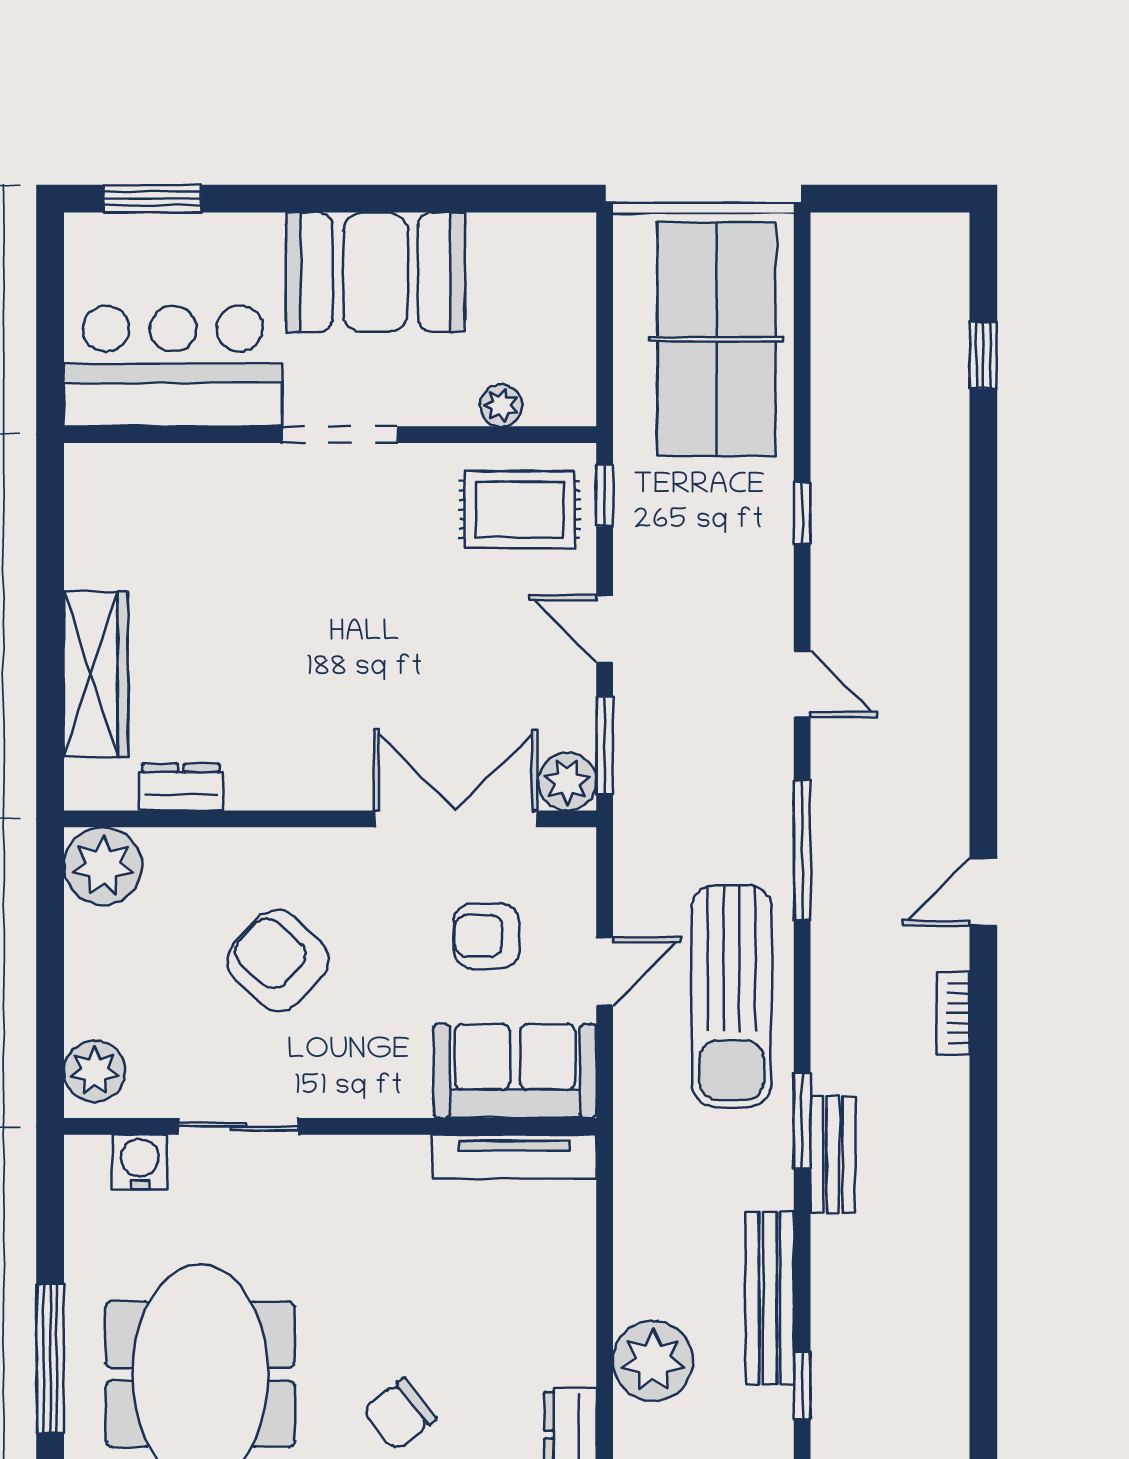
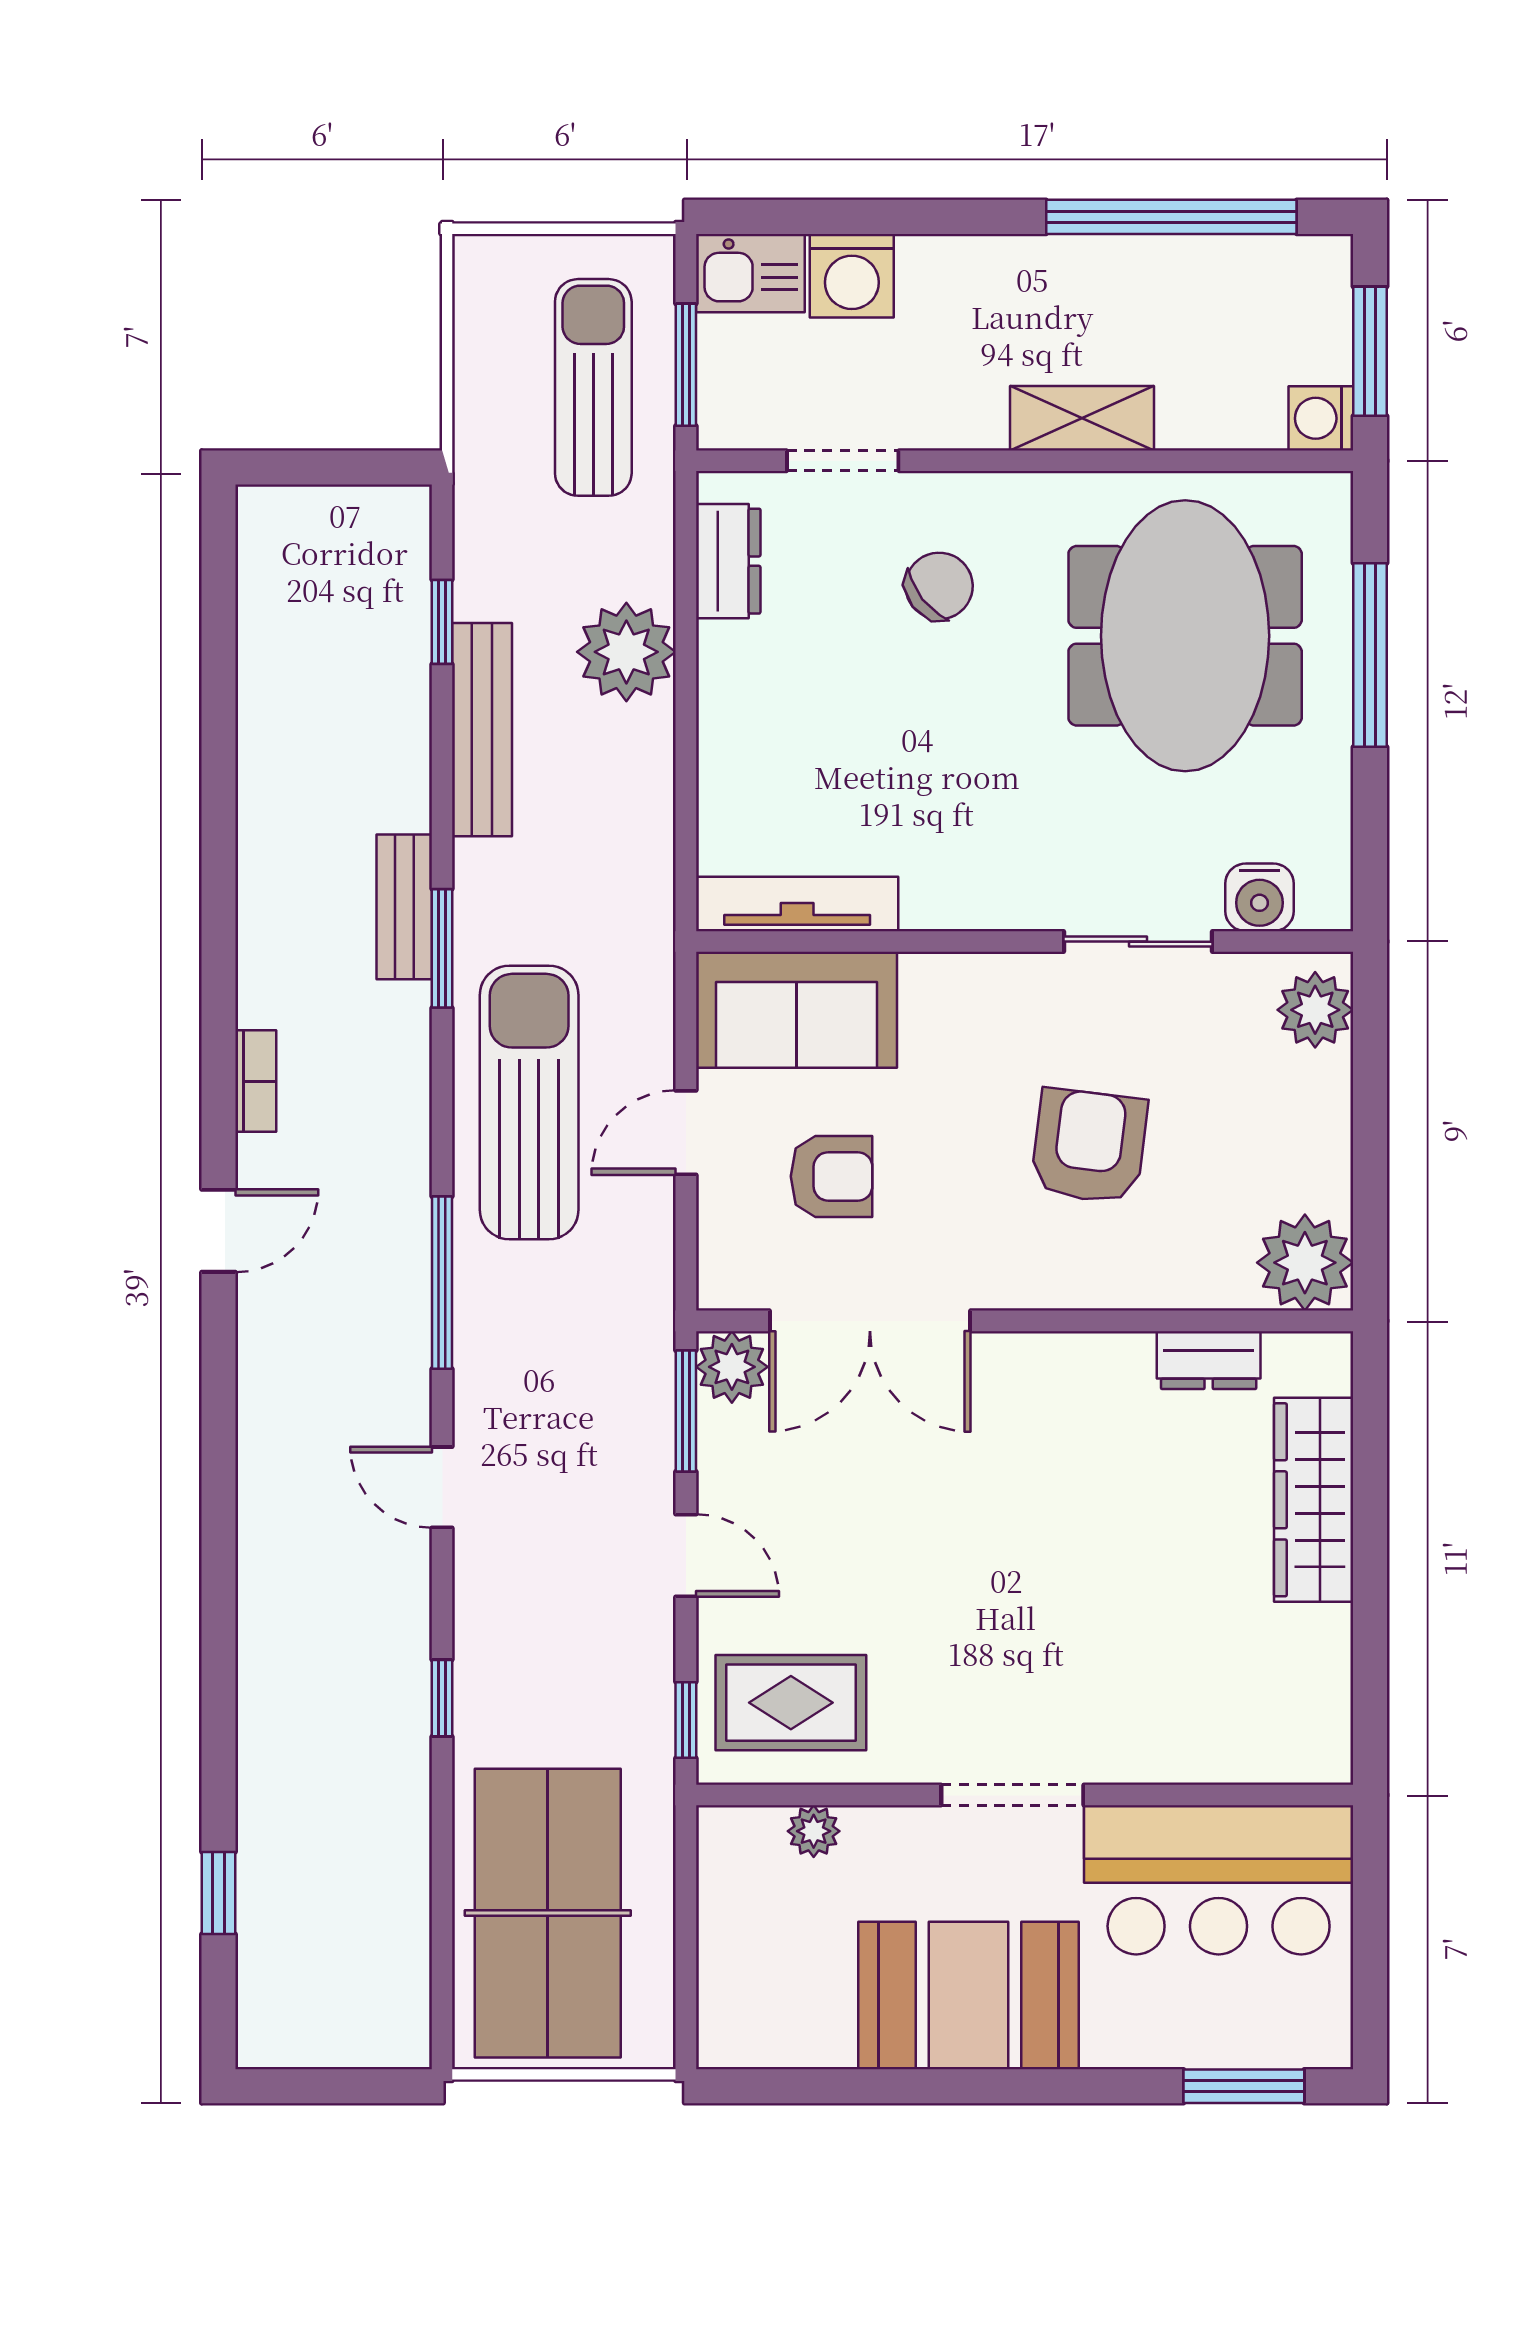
armchair: (278, 960) -> (1089, 1146), turned -126

